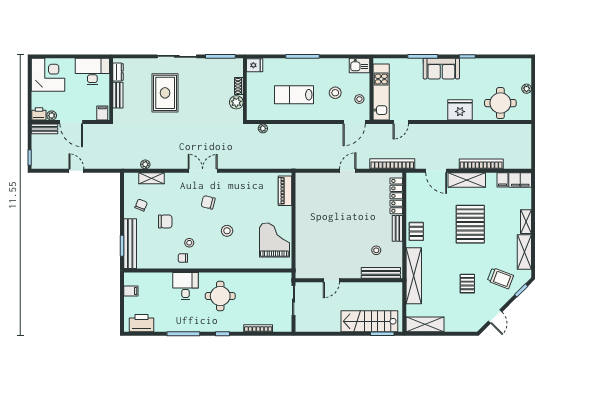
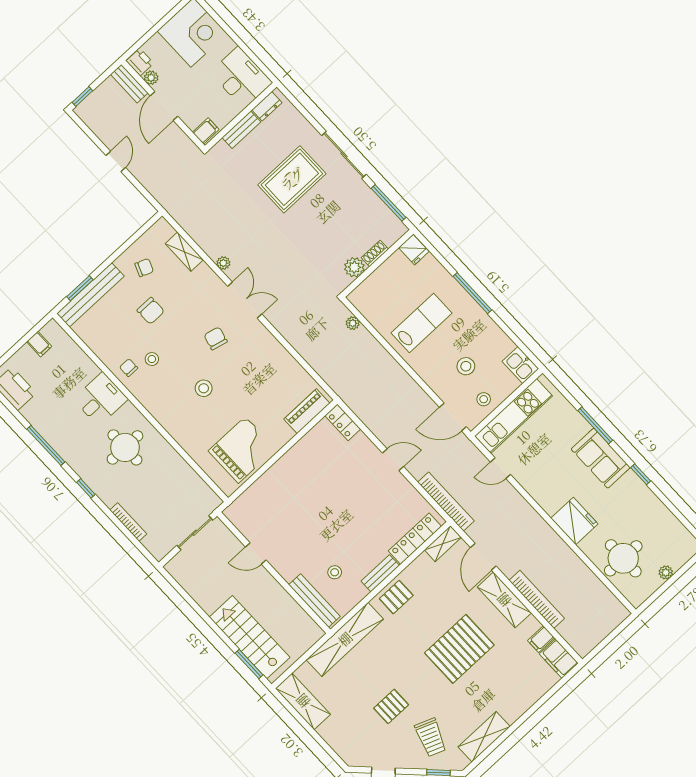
lab bench: (294, 95) -> (422, 323), turned 90
plant: (145, 164) -> (223, 263), moved
locker: (307, 178) -> (343, 422), added
shelving: (526, 222) -> (443, 544), moved

